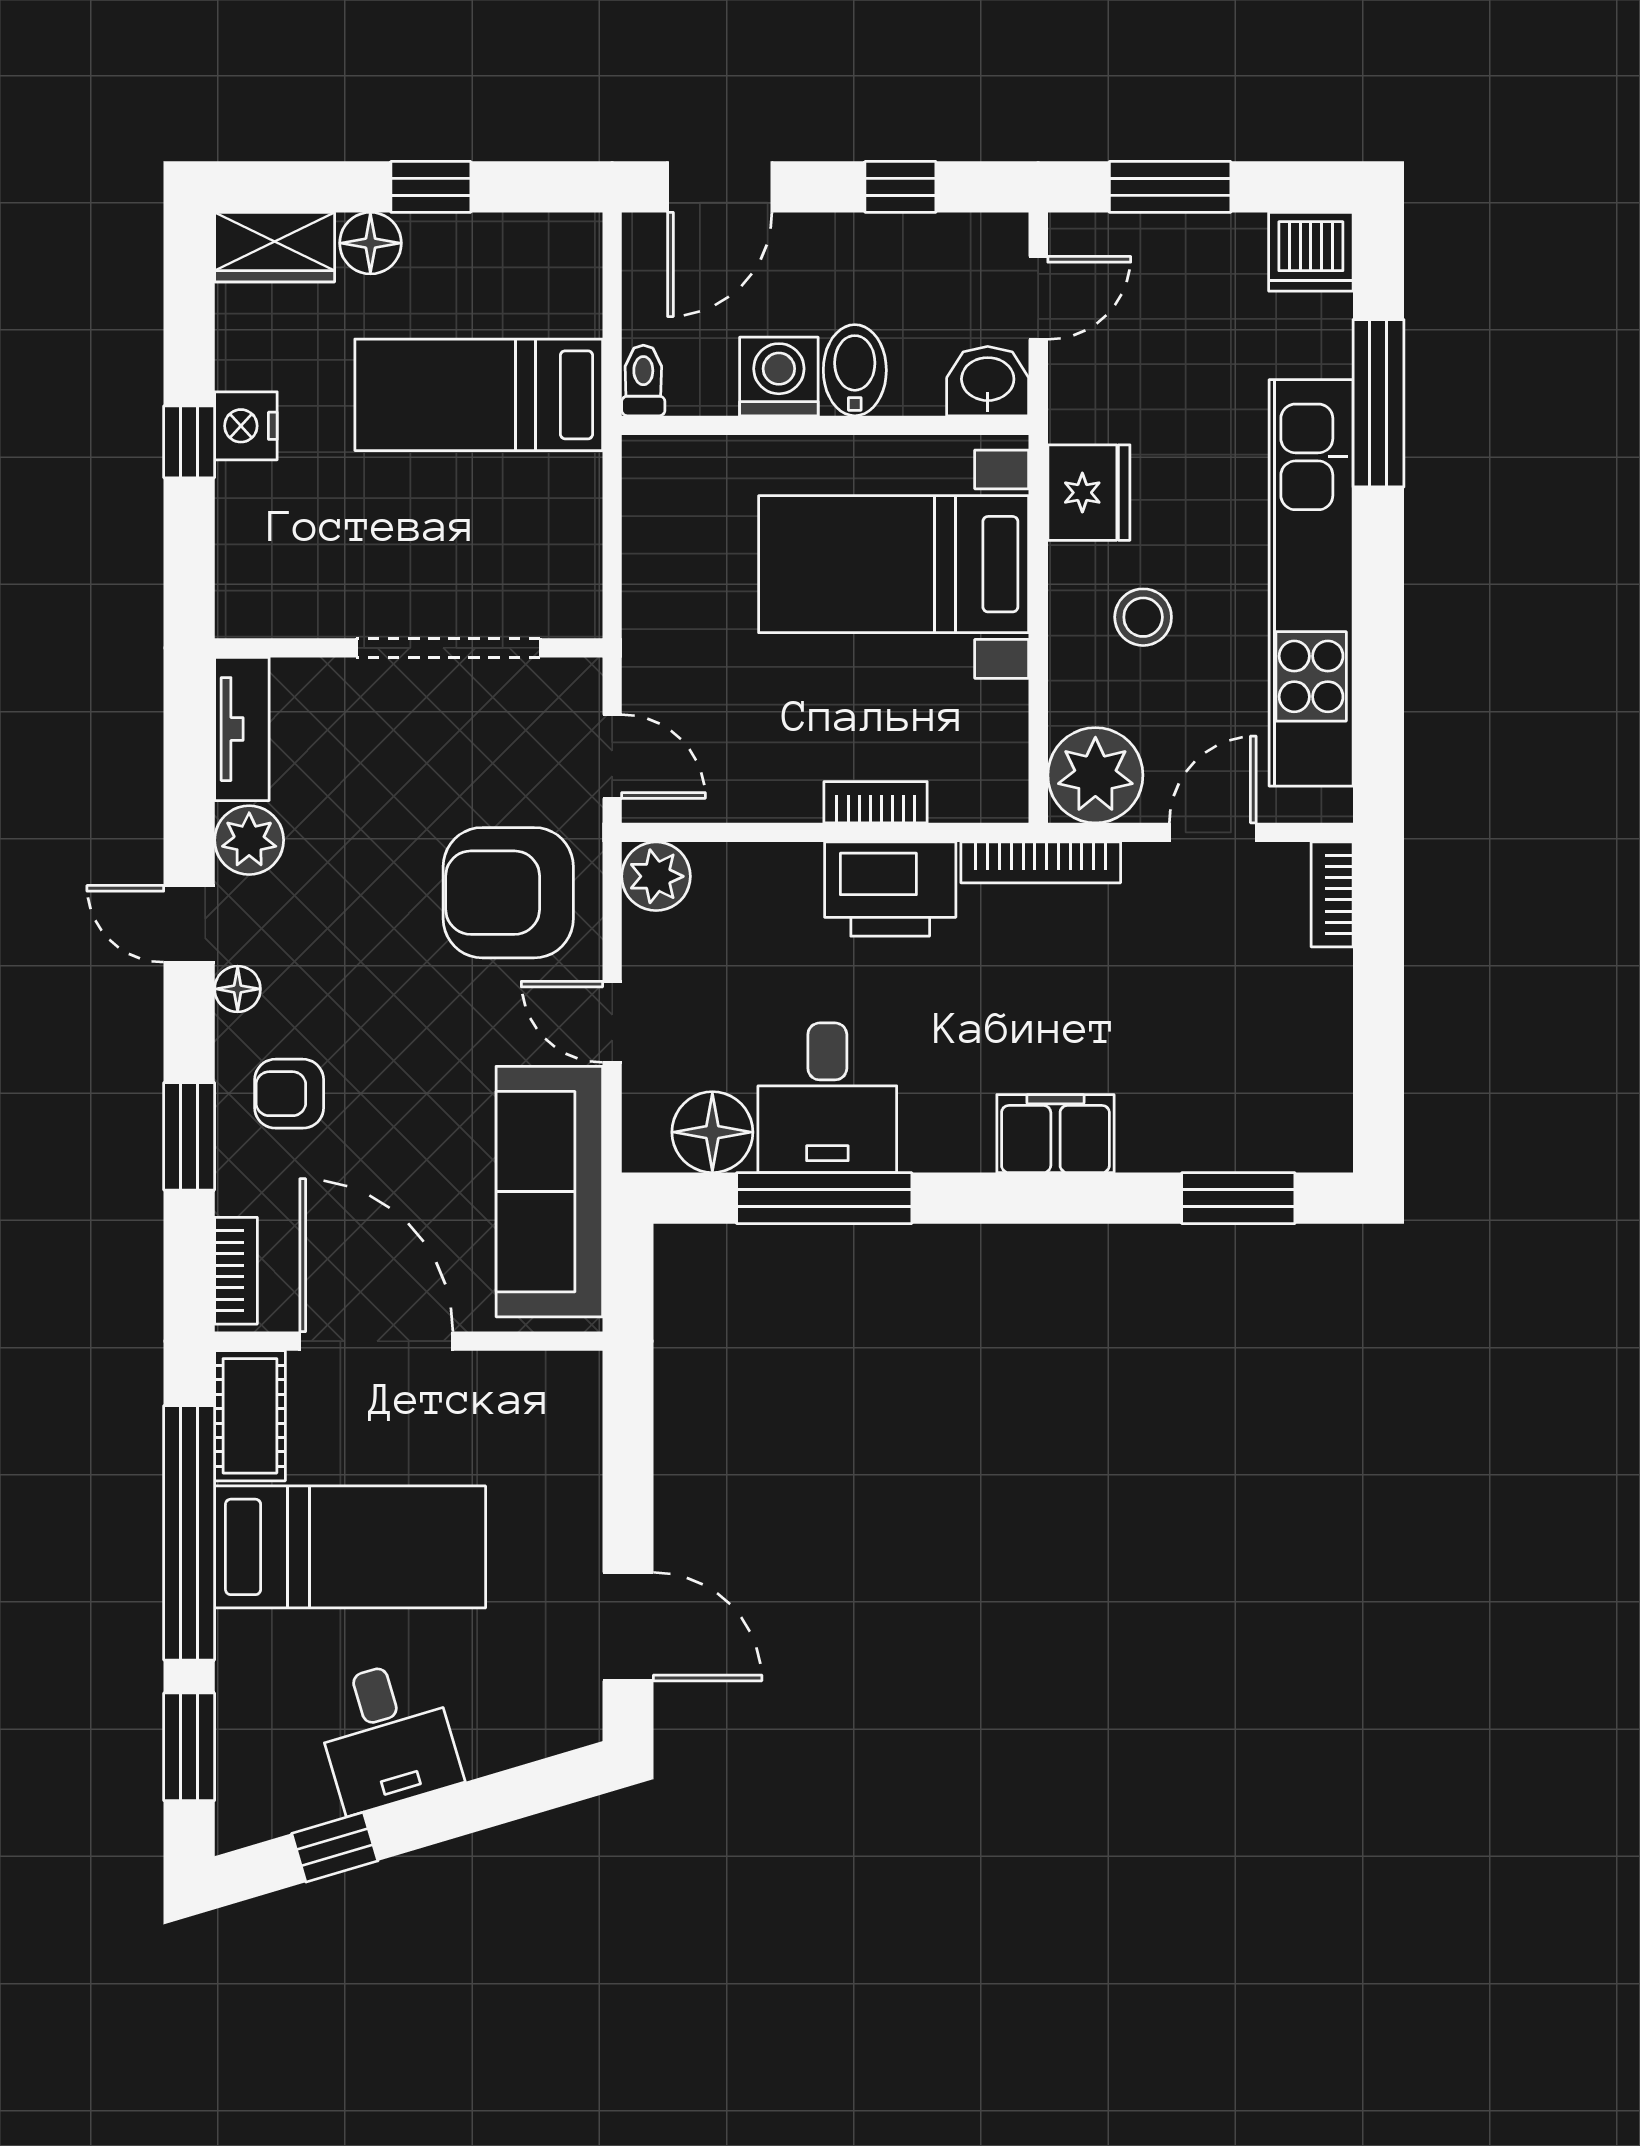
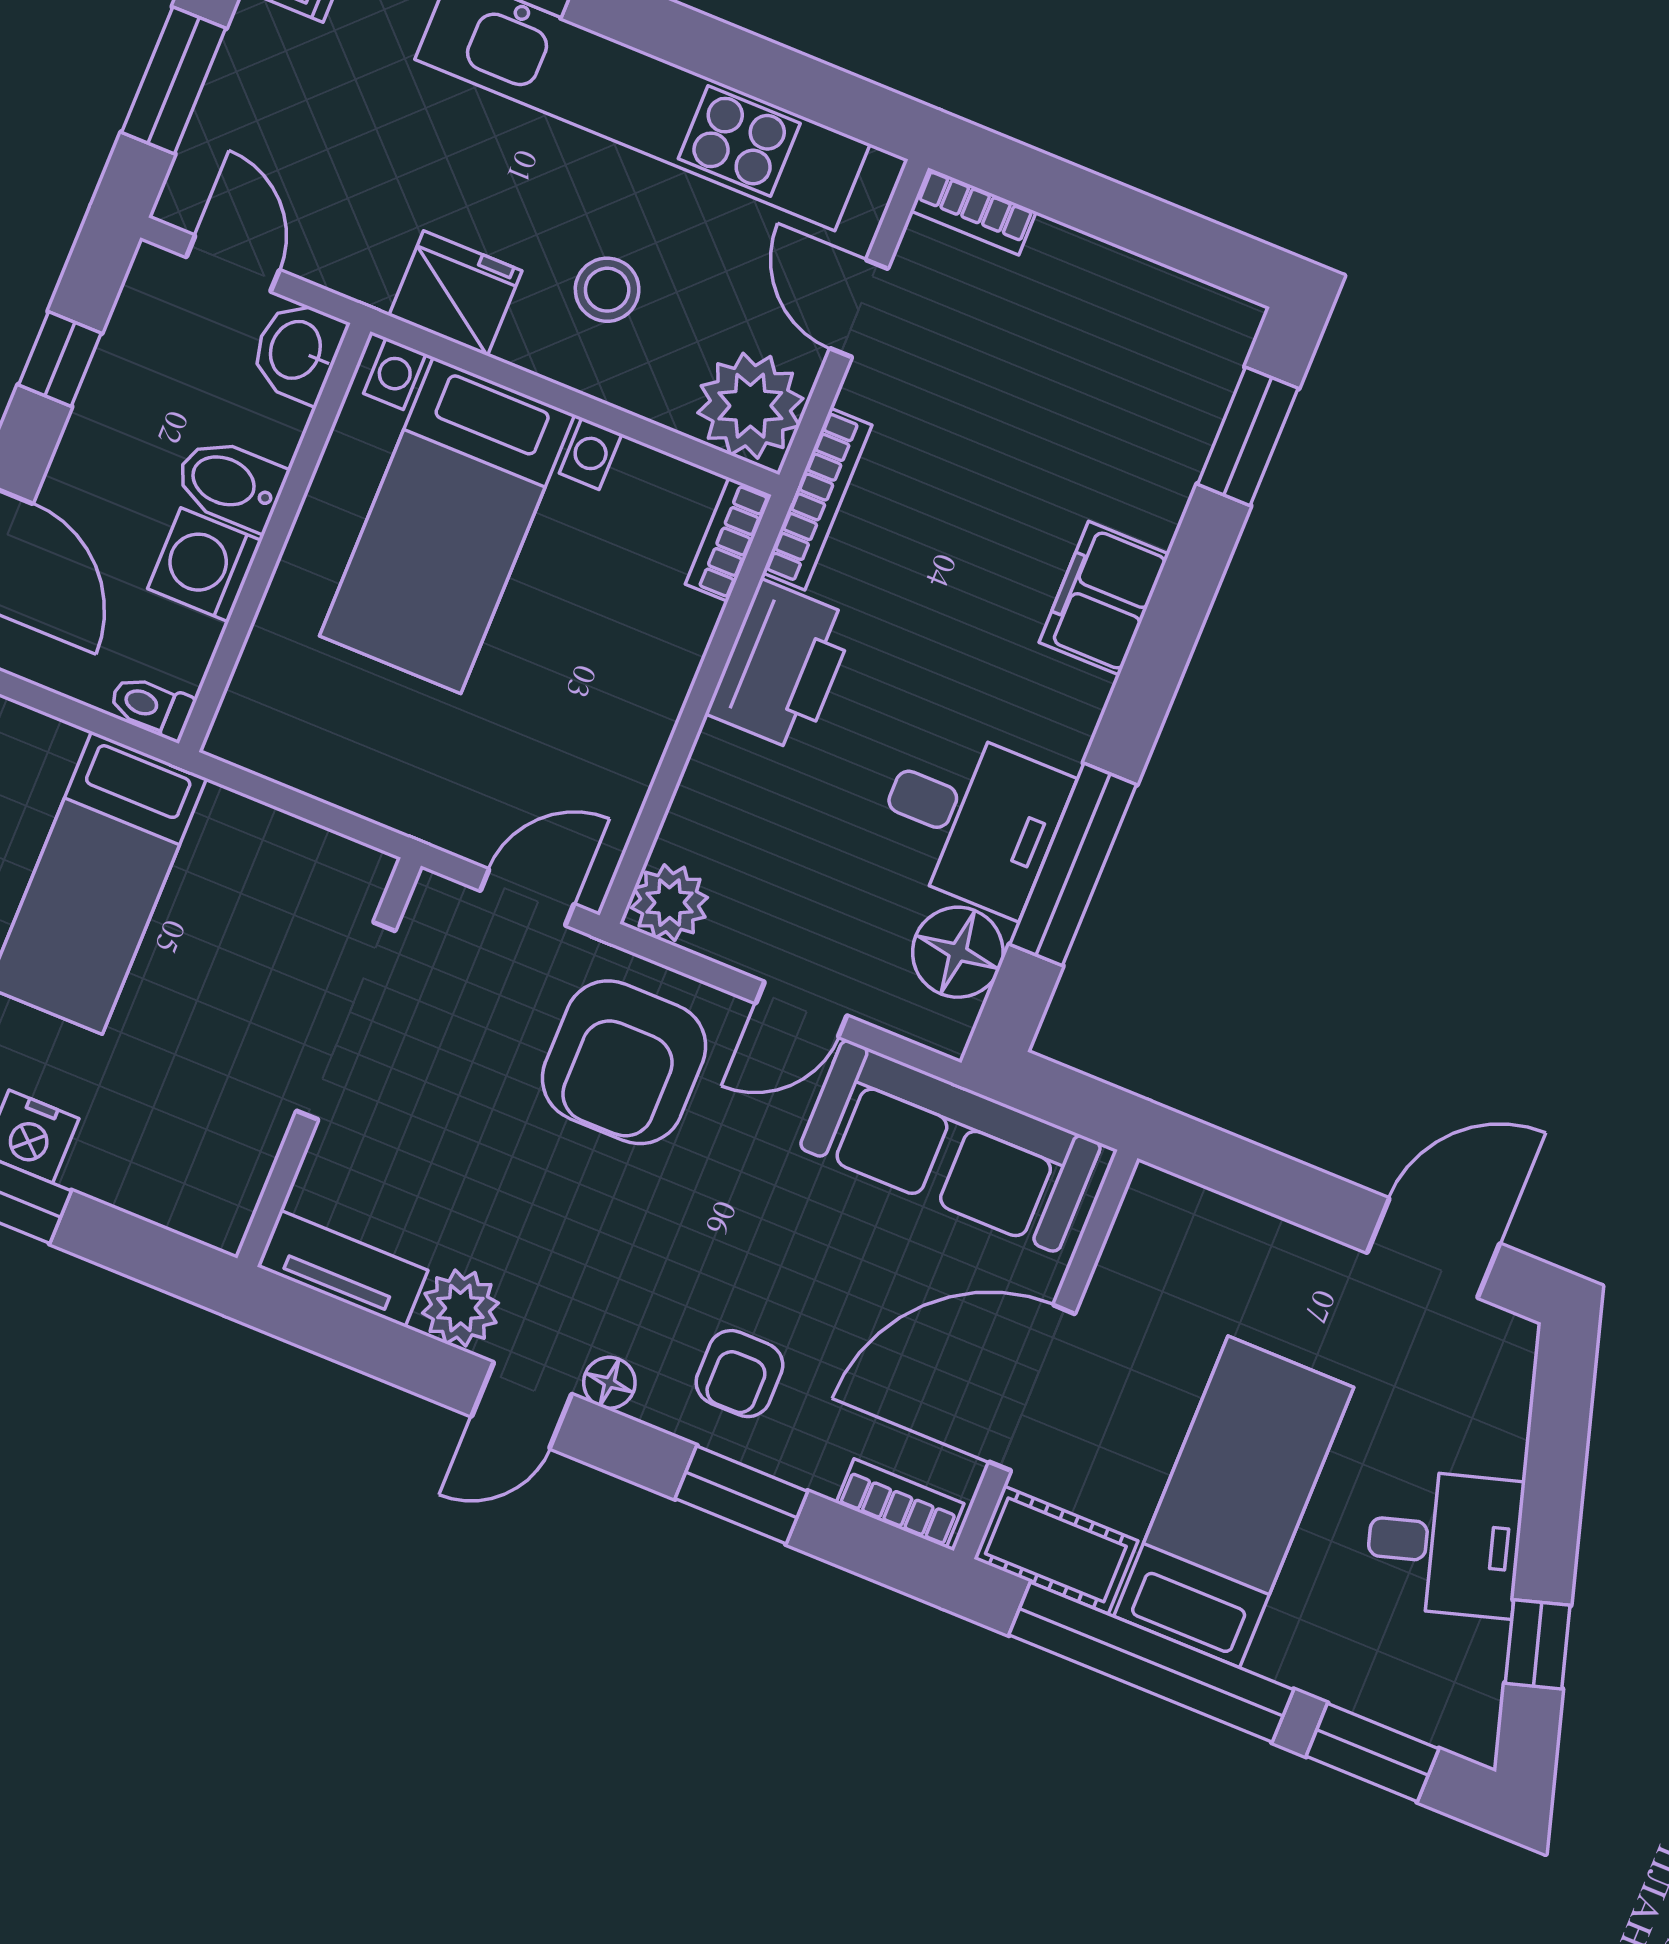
bookcase: (876, 802) -> (728, 539), moved

